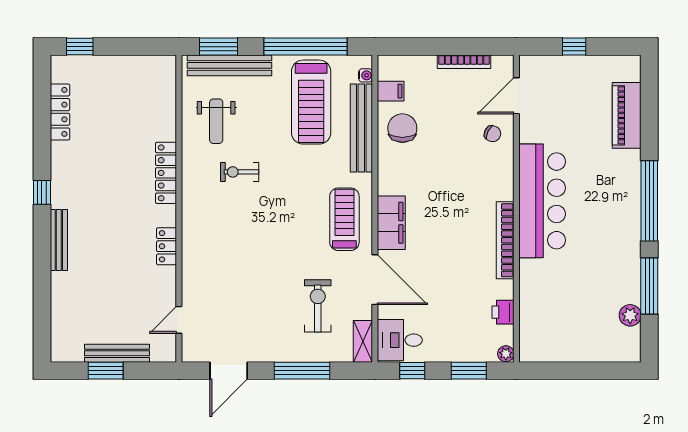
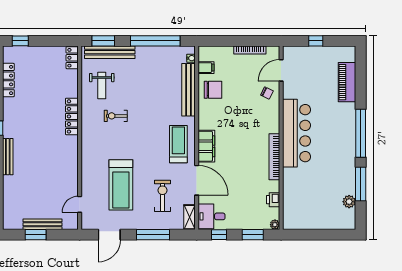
treadmill: (311, 102) -> (121, 185), moved
chair: (402, 128) -> (213, 90), turned 90
locker: (167, 246) -> (72, 58), moved

